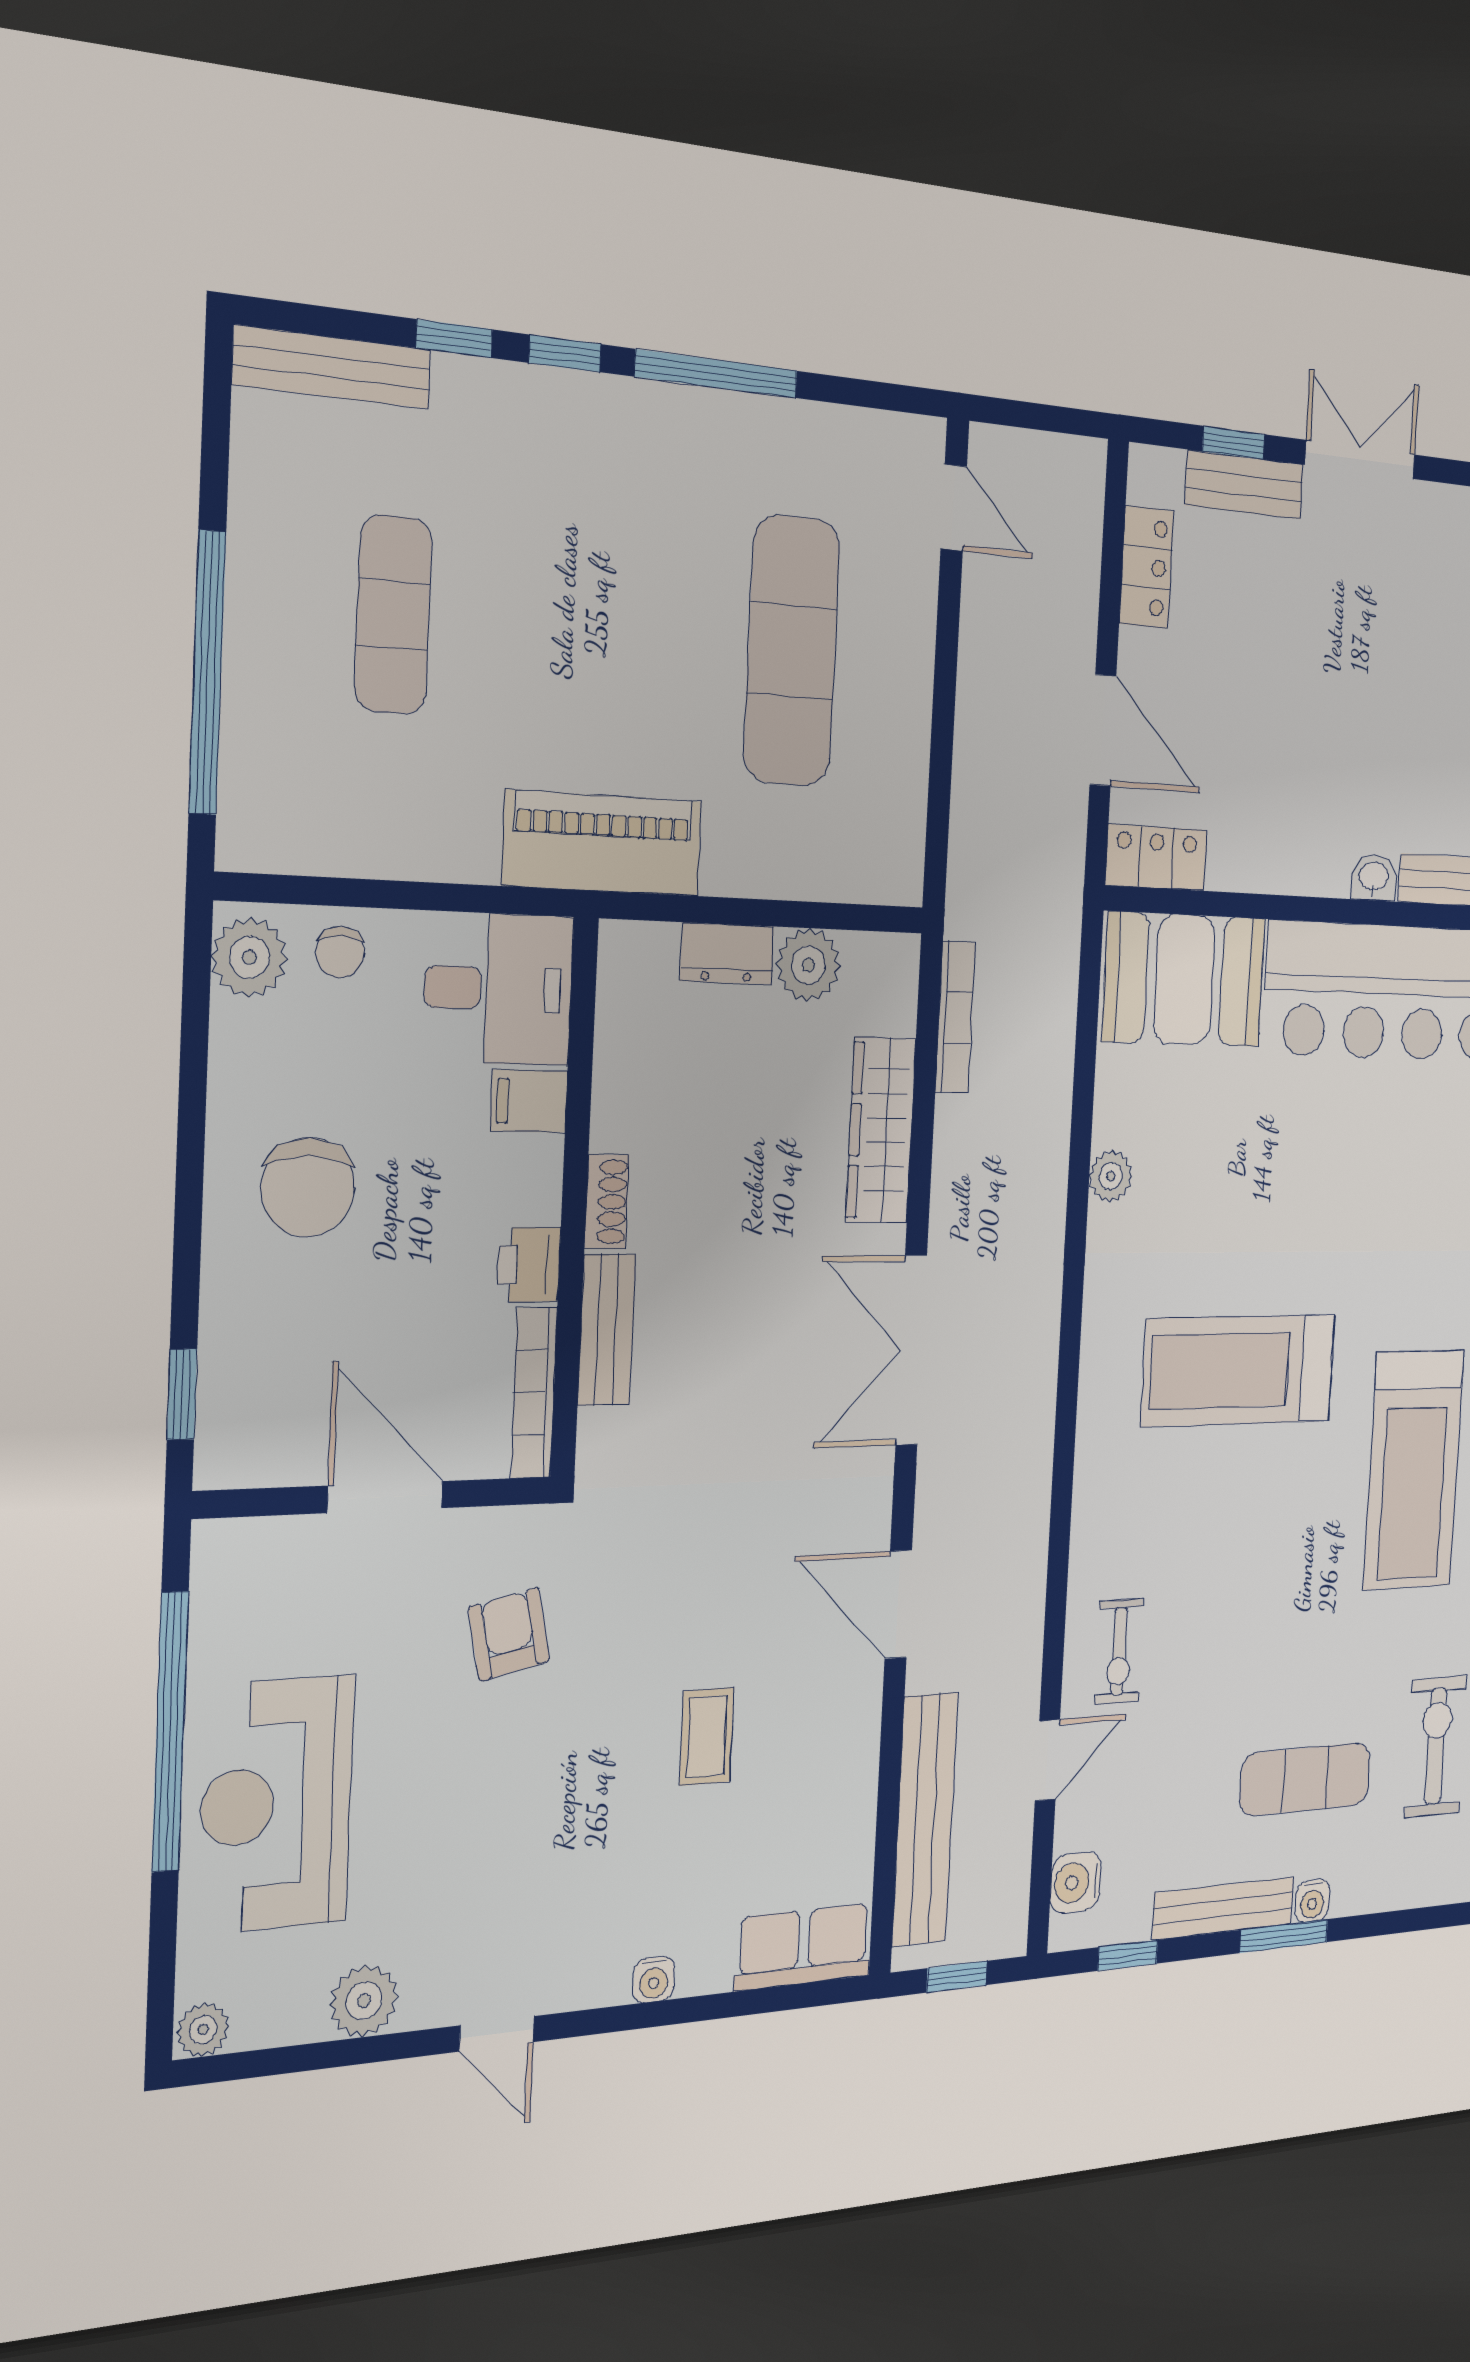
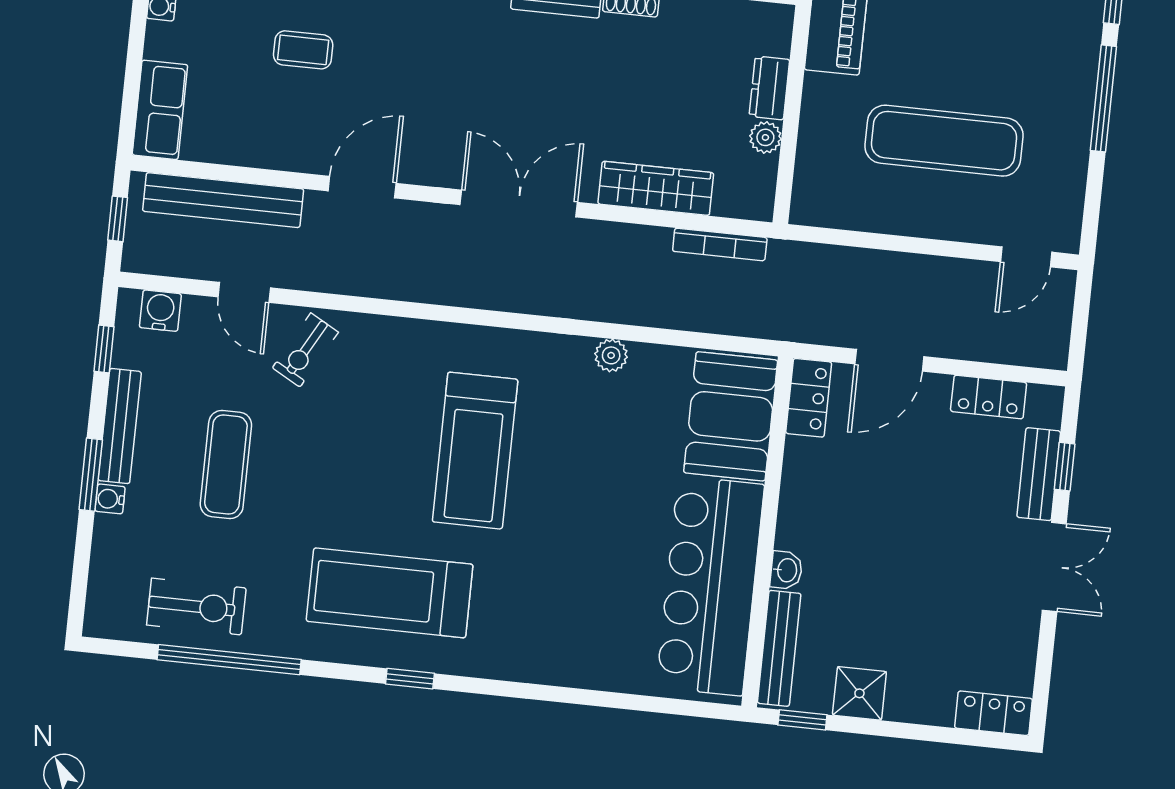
plant: (808, 965) -> (765, 137), width x0.73, depth x0.73
treadmill: (1239, 1370) -> (475, 451), turned 180
exercise bike: (1119, 1651) -> (305, 350), turned -61
exercise mat: (1305, 1779) -> (226, 465), moved

